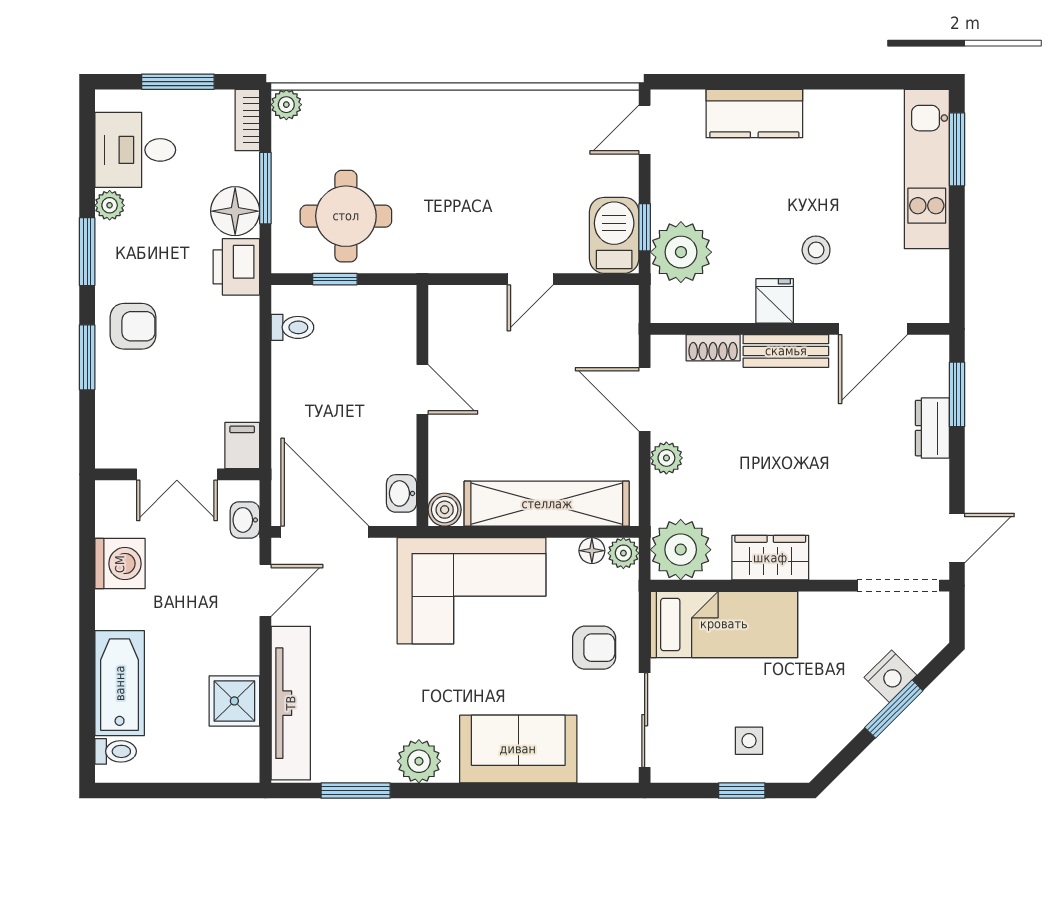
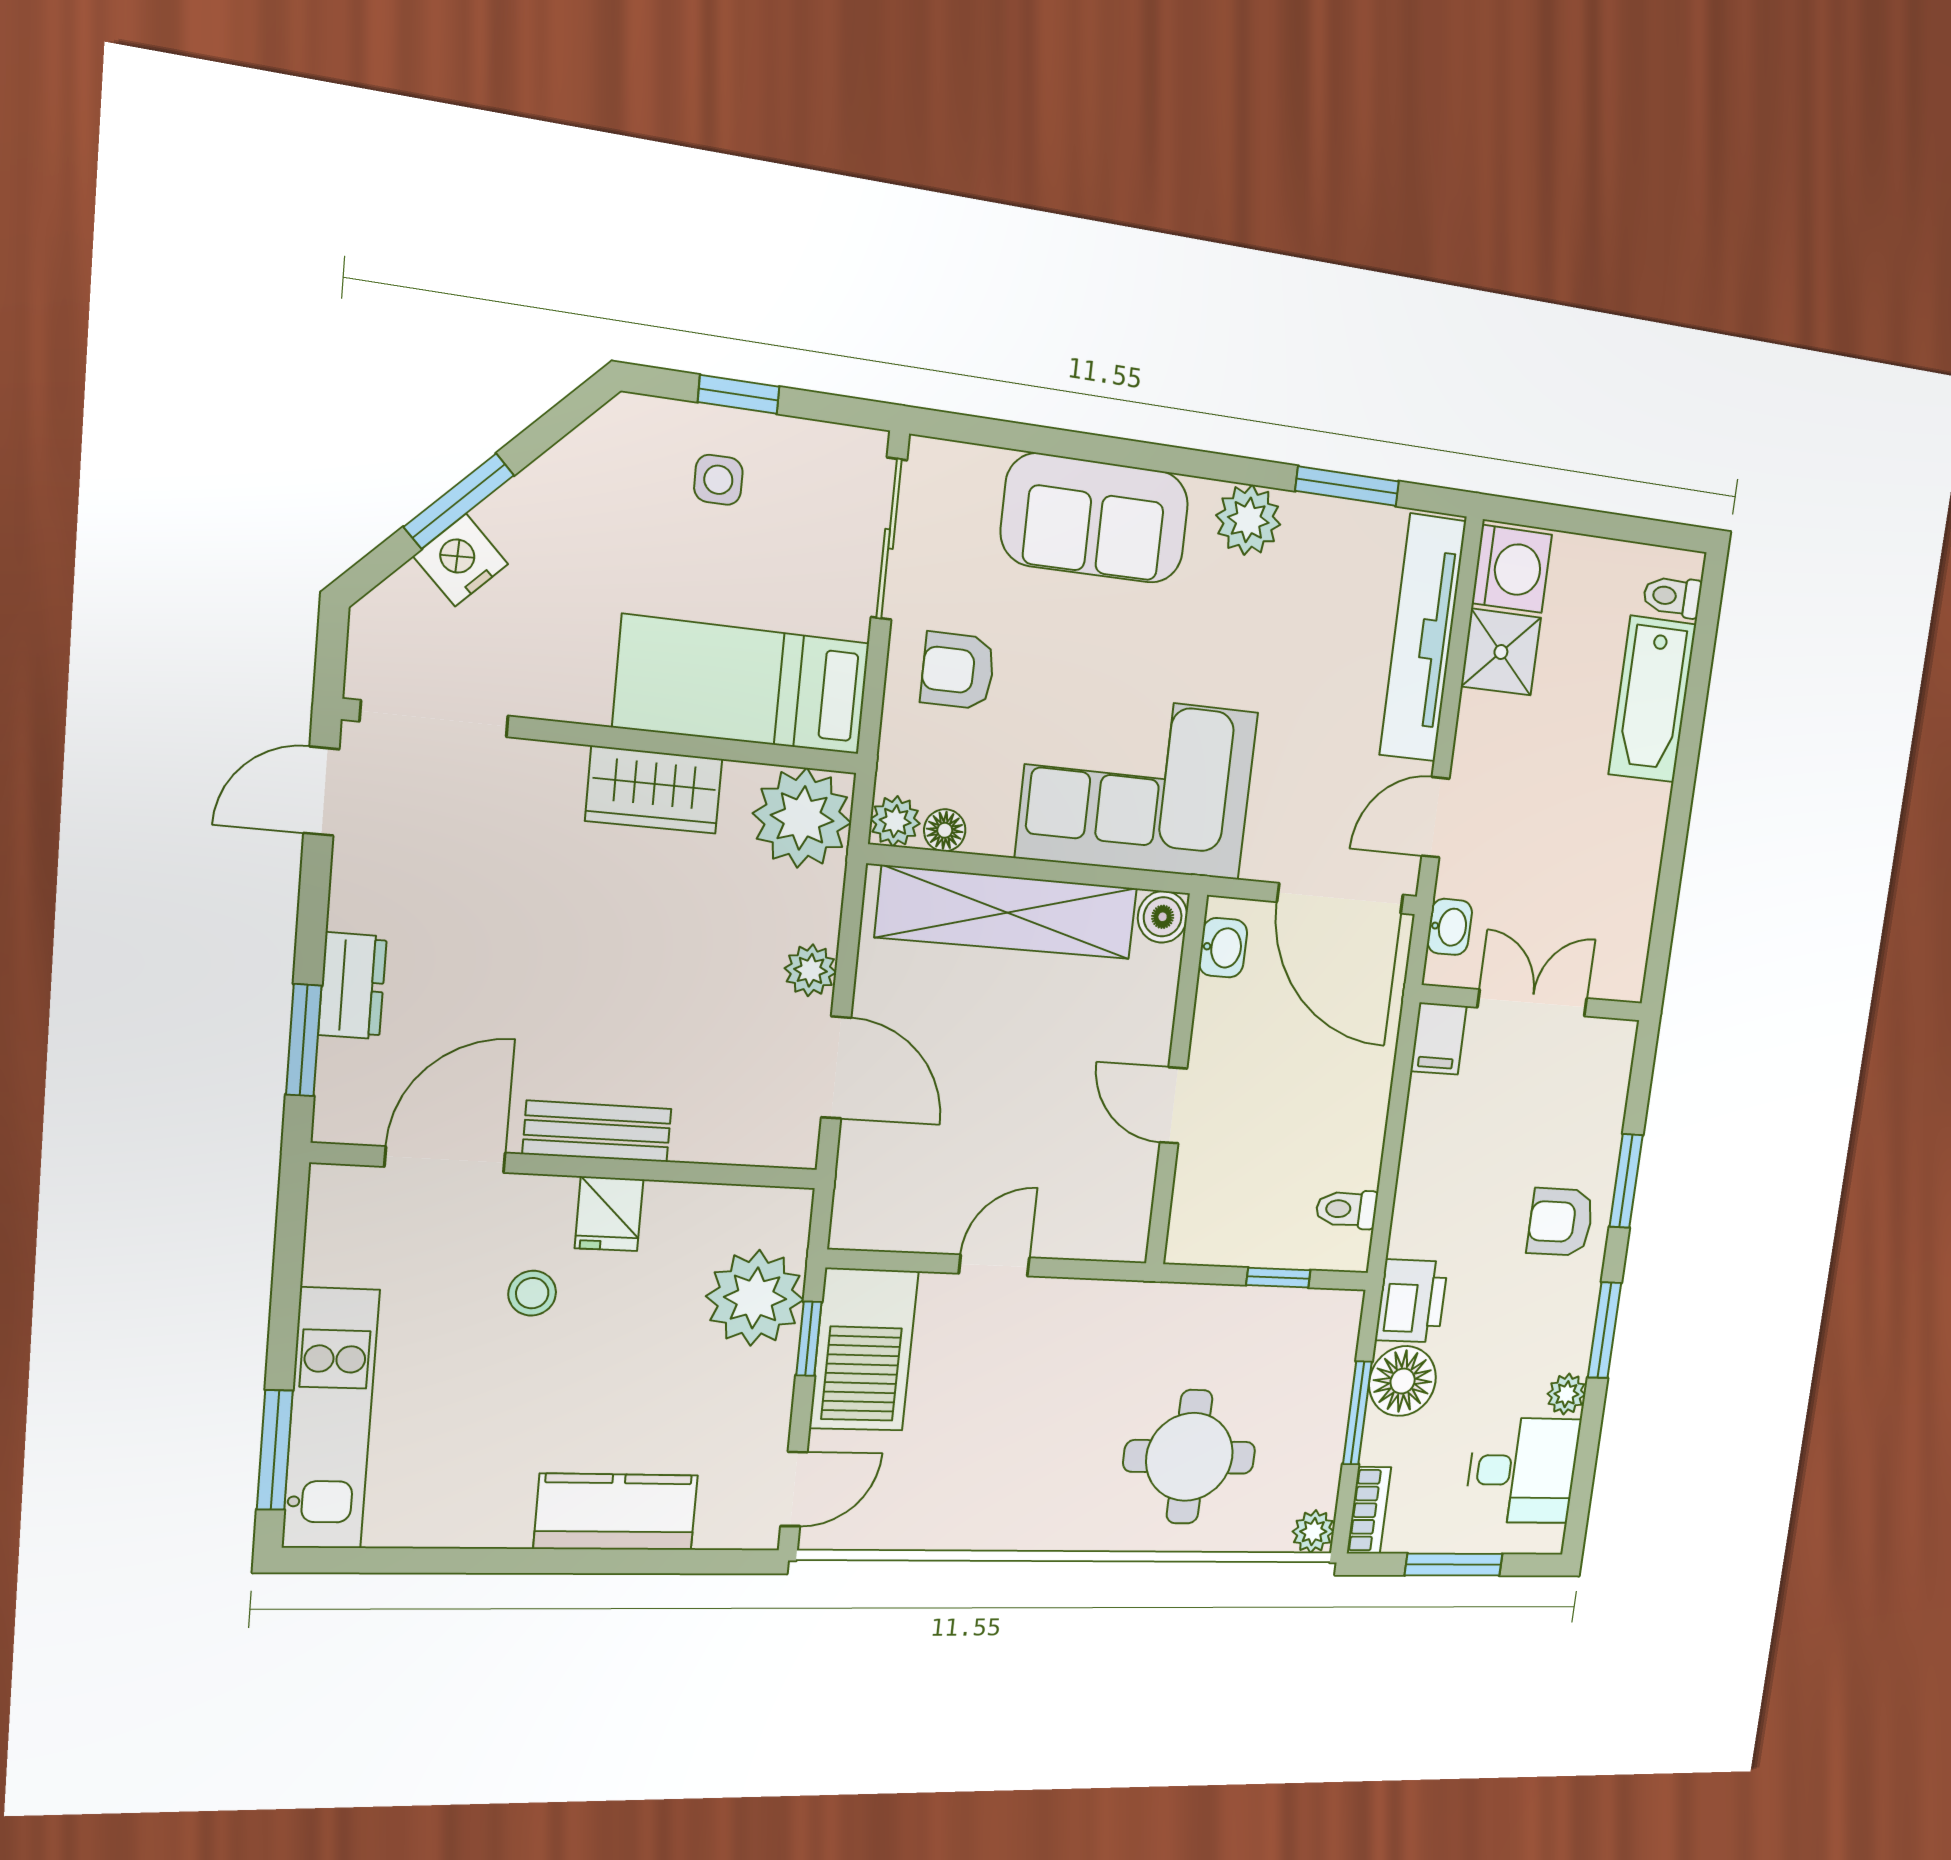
round table: (346, 216) -> (1189, 1457), moved
barbecue: (614, 235) -> (864, 1350), width x1.37, depth x1.21
shoe rack: (713, 348) -> (718, 1144), removed
washing machine: (120, 564) -> (1512, 569), moved, turned 180

